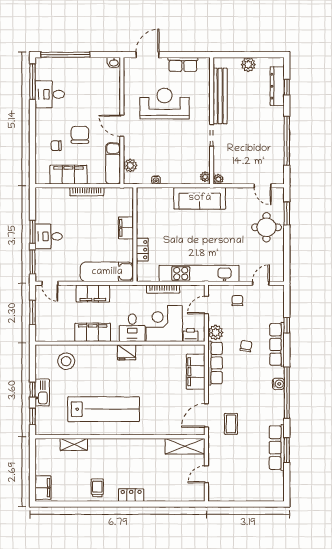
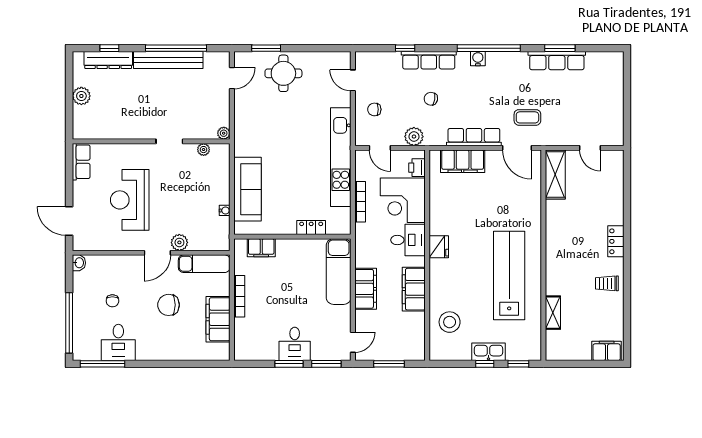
row of seats: (183, 64) -> (81, 162), moved
bench: (220, 96) -> (168, 60), moved
chair: (56, 146) -> (112, 301), moved
plant: (130, 165) -> (179, 242), moved
plant: (205, 177) -> (204, 150), moved
sofa: (200, 198) -> (247, 189), moved
filing cabinet: (126, 228) -> (261, 248), moved
row of seats: (215, 363) -> (474, 137), moved

